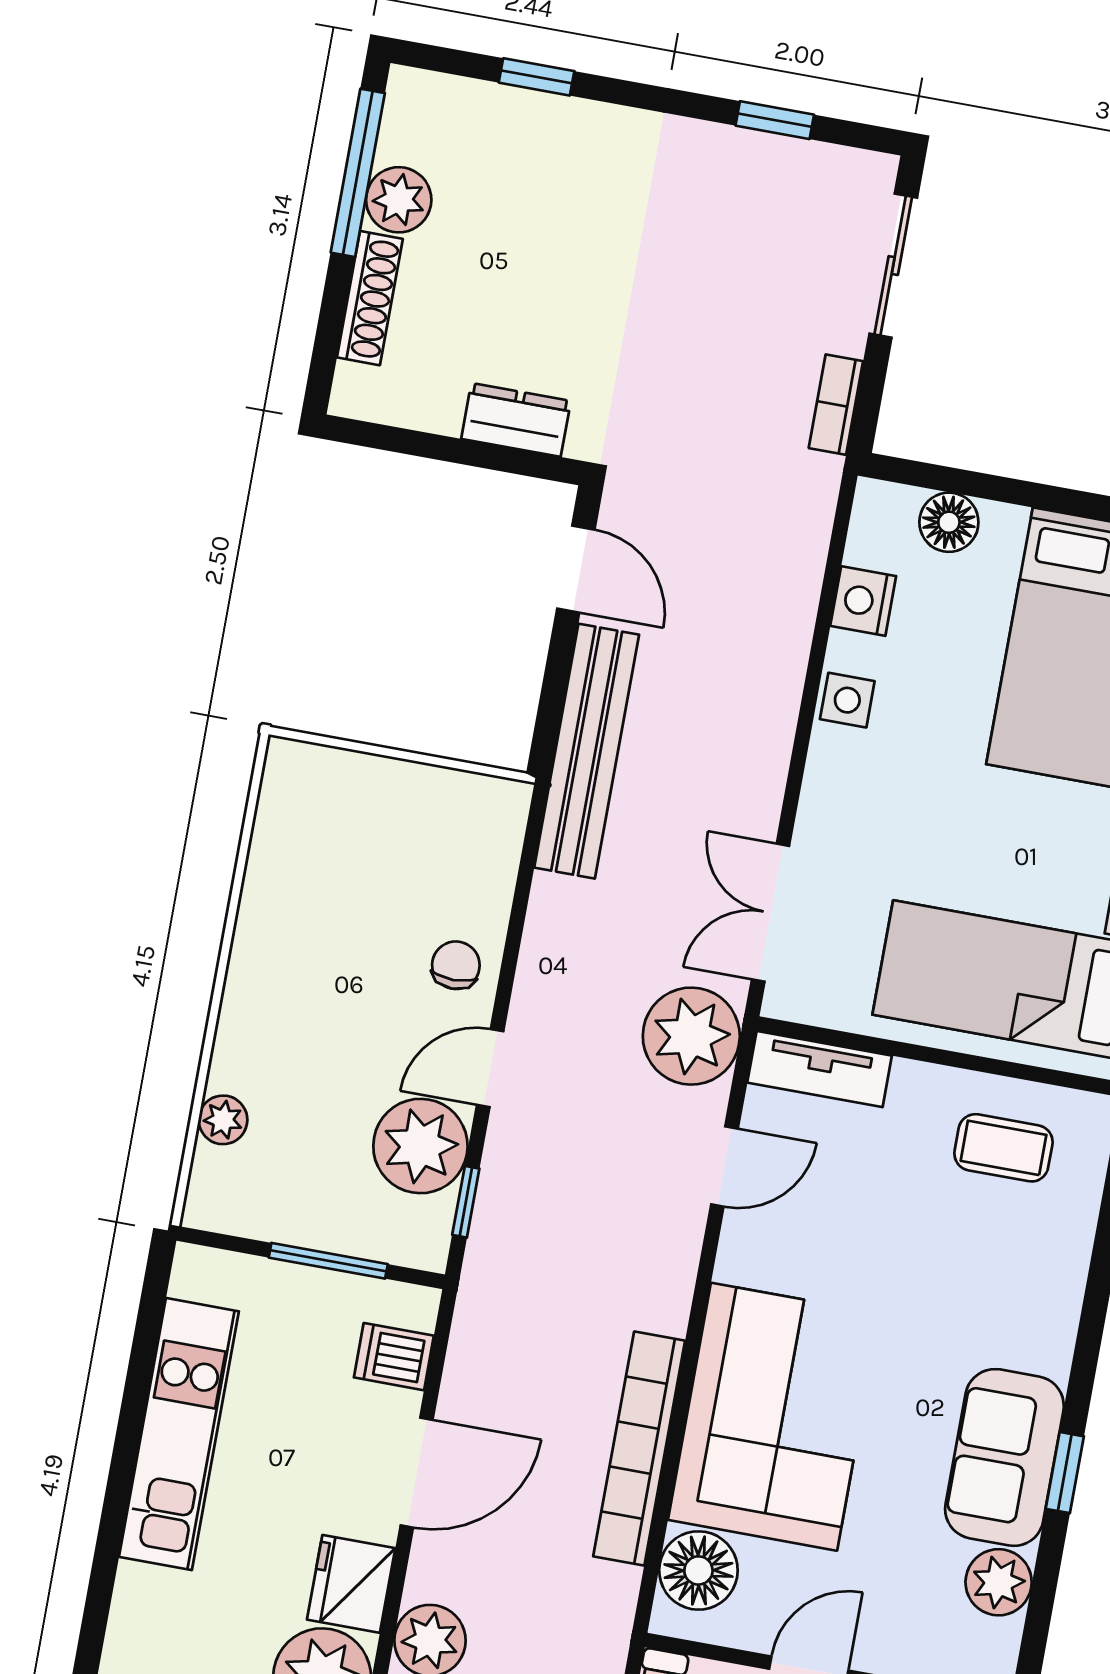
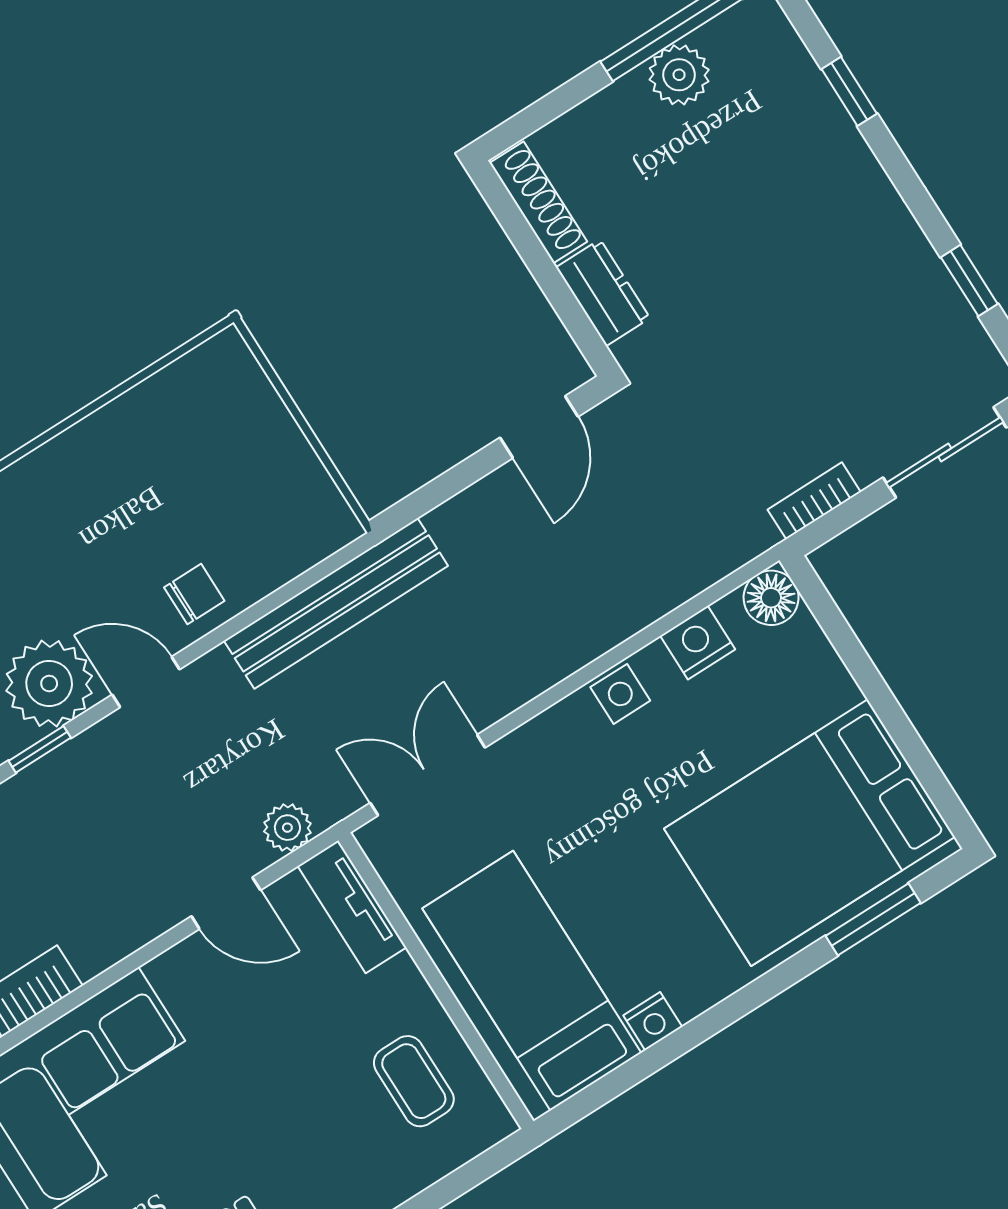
shoe rack: (370, 298) -> (538, 202), moved, turned -90
floor lamp: (949, 522) -> (771, 598), moved
bench: (587, 751) -> (336, 603), moved
plant: (691, 1036) -> (287, 828), width x0.53, depth x0.53

